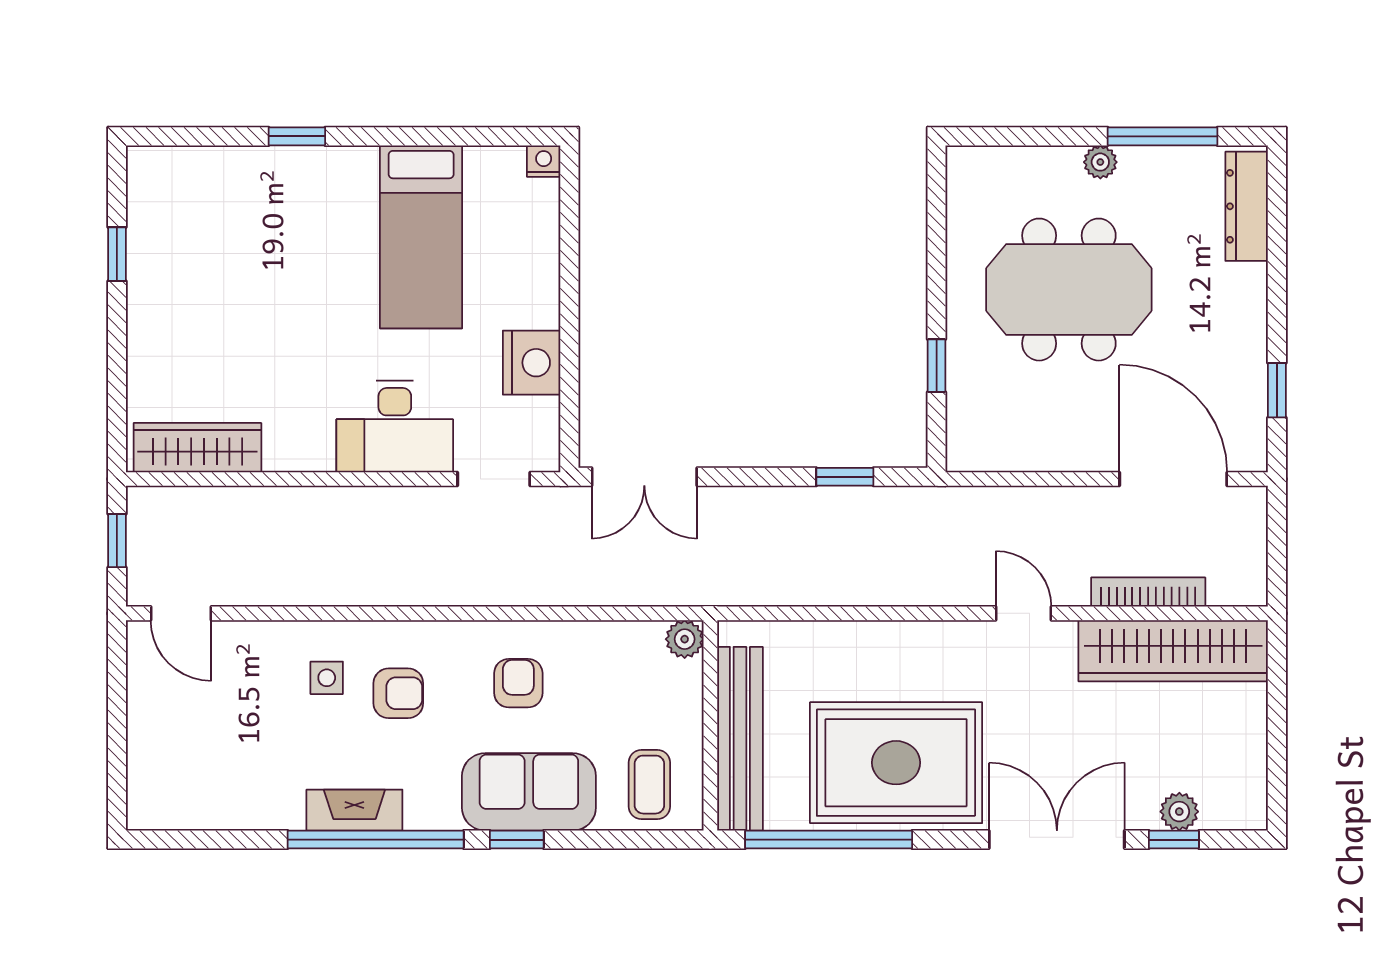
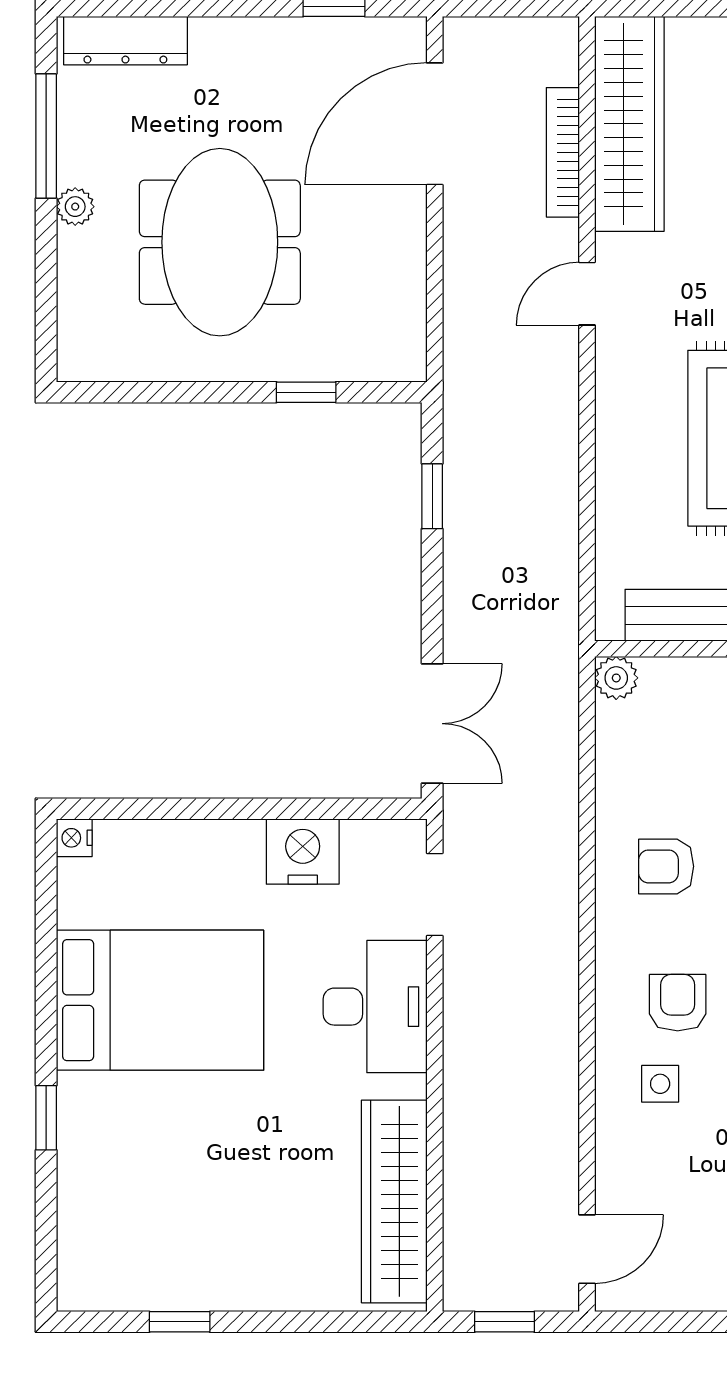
bed: (421, 237) -> (160, 1000), width x1.50
wardrobe: (197, 448) -> (394, 1201), width x1.40, depth x1.17

